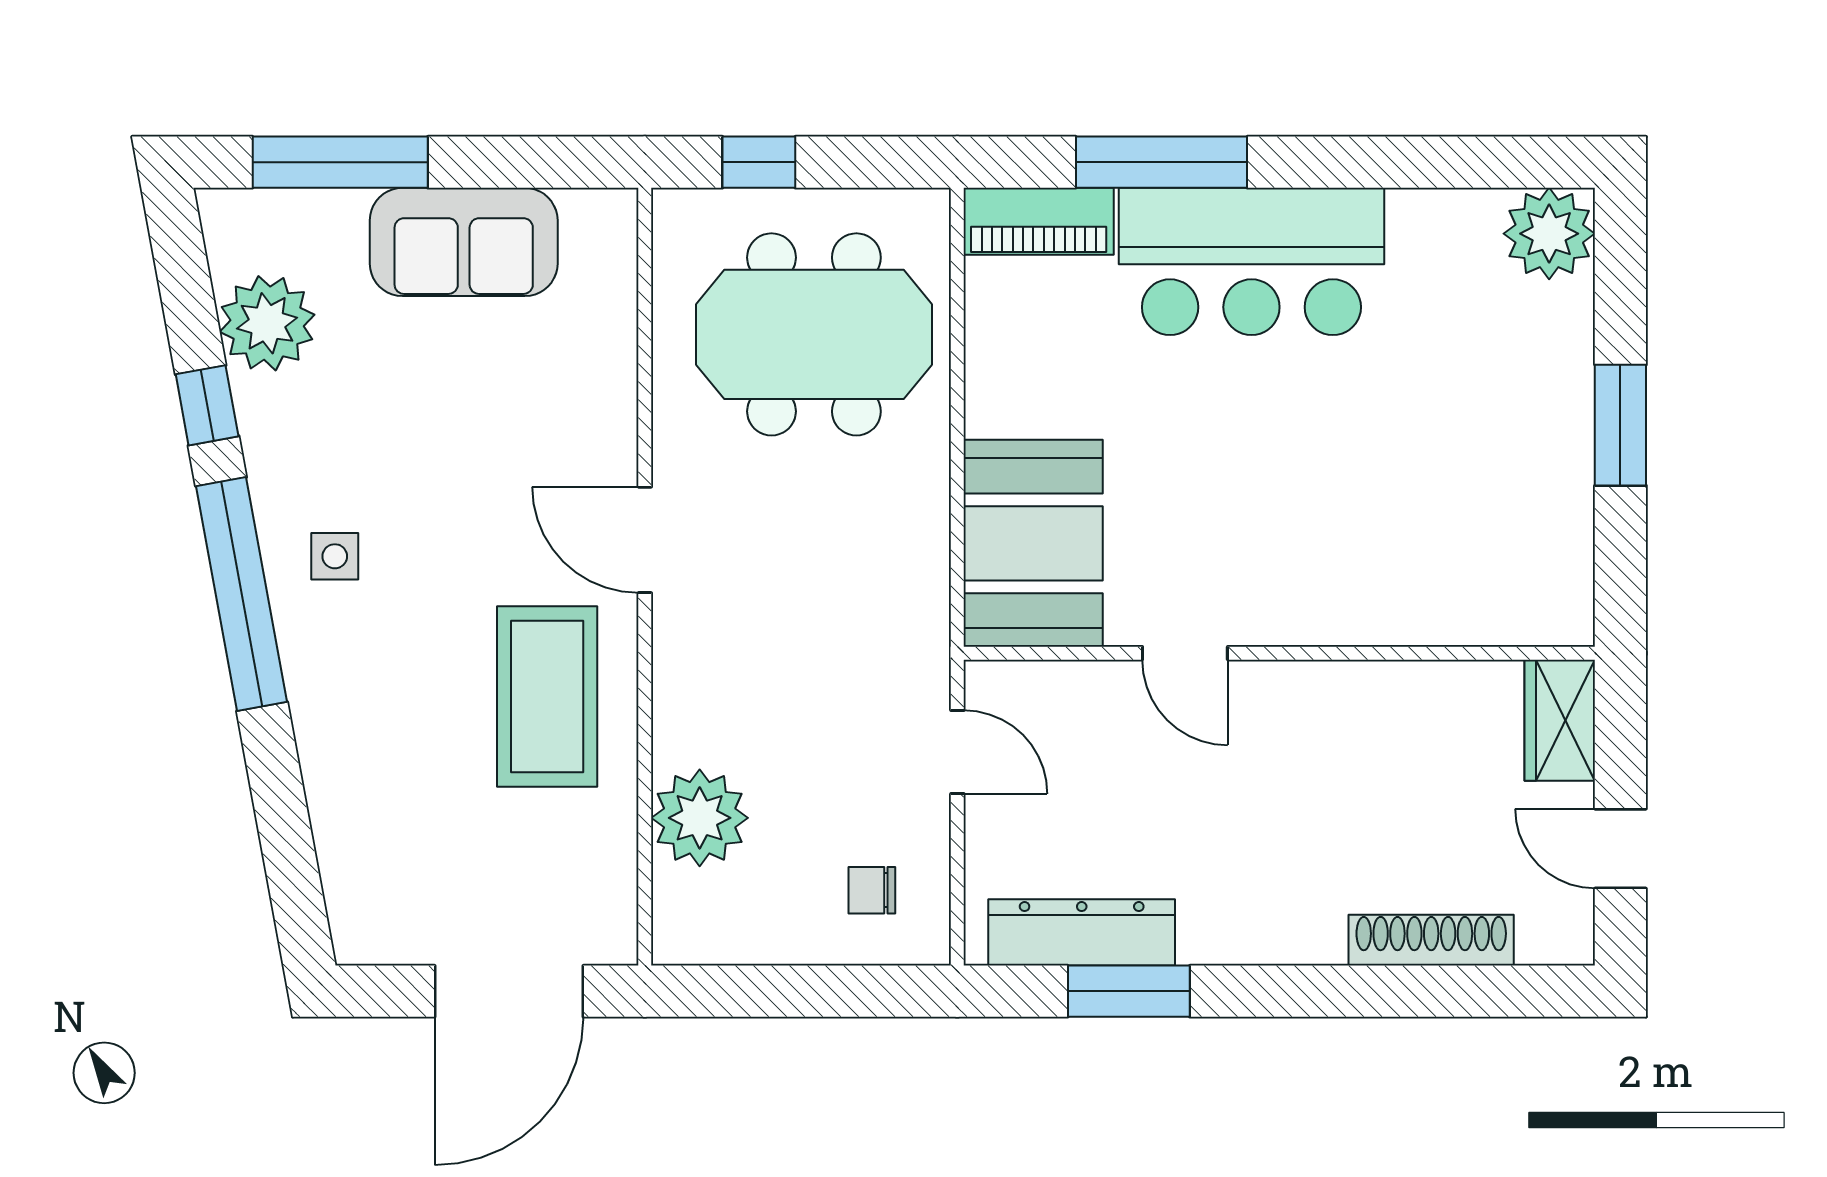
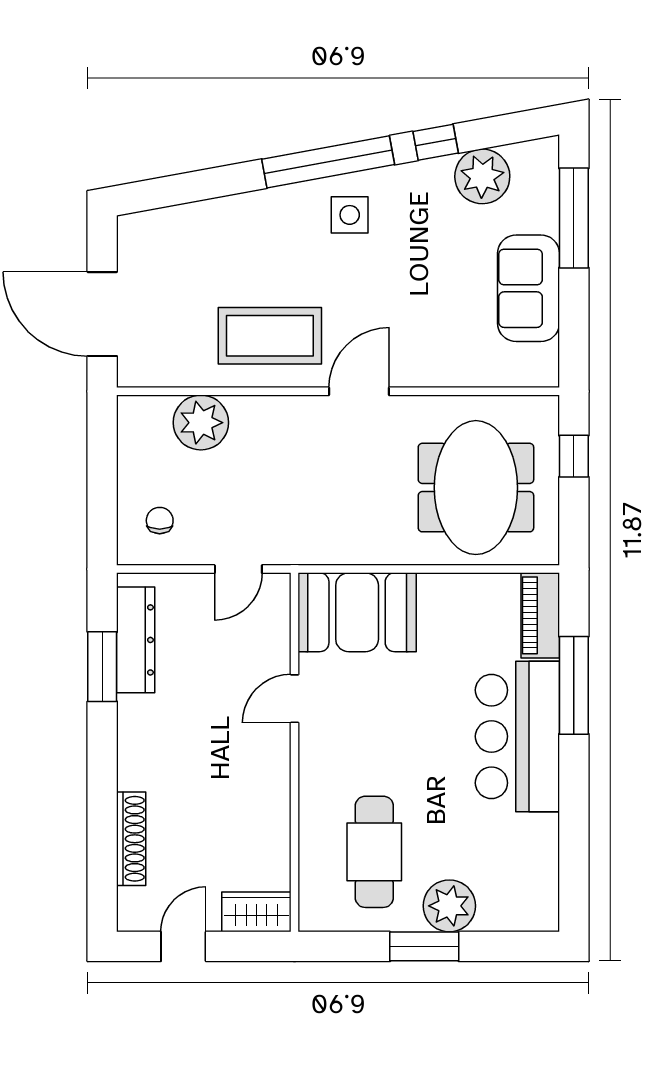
plant: (1549, 234) -> (449, 906), moved
cafe table: (1454, 513) -> (374, 852), added
side table: (335, 556) -> (350, 215), width x1.37, depth x1.37

